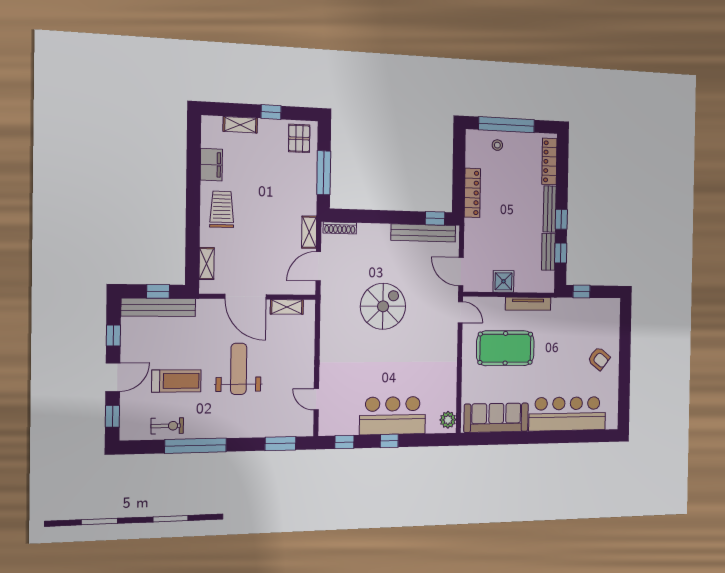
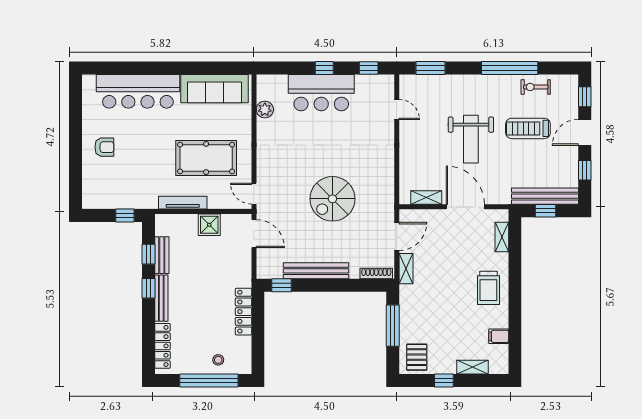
filing cabinet: (211, 165) -> (499, 336), width x0.50
bench: (423, 233) -> (316, 271), moved
armchair: (599, 359) -> (104, 147), turned 142
plant: (448, 420) -> (265, 110), moved

